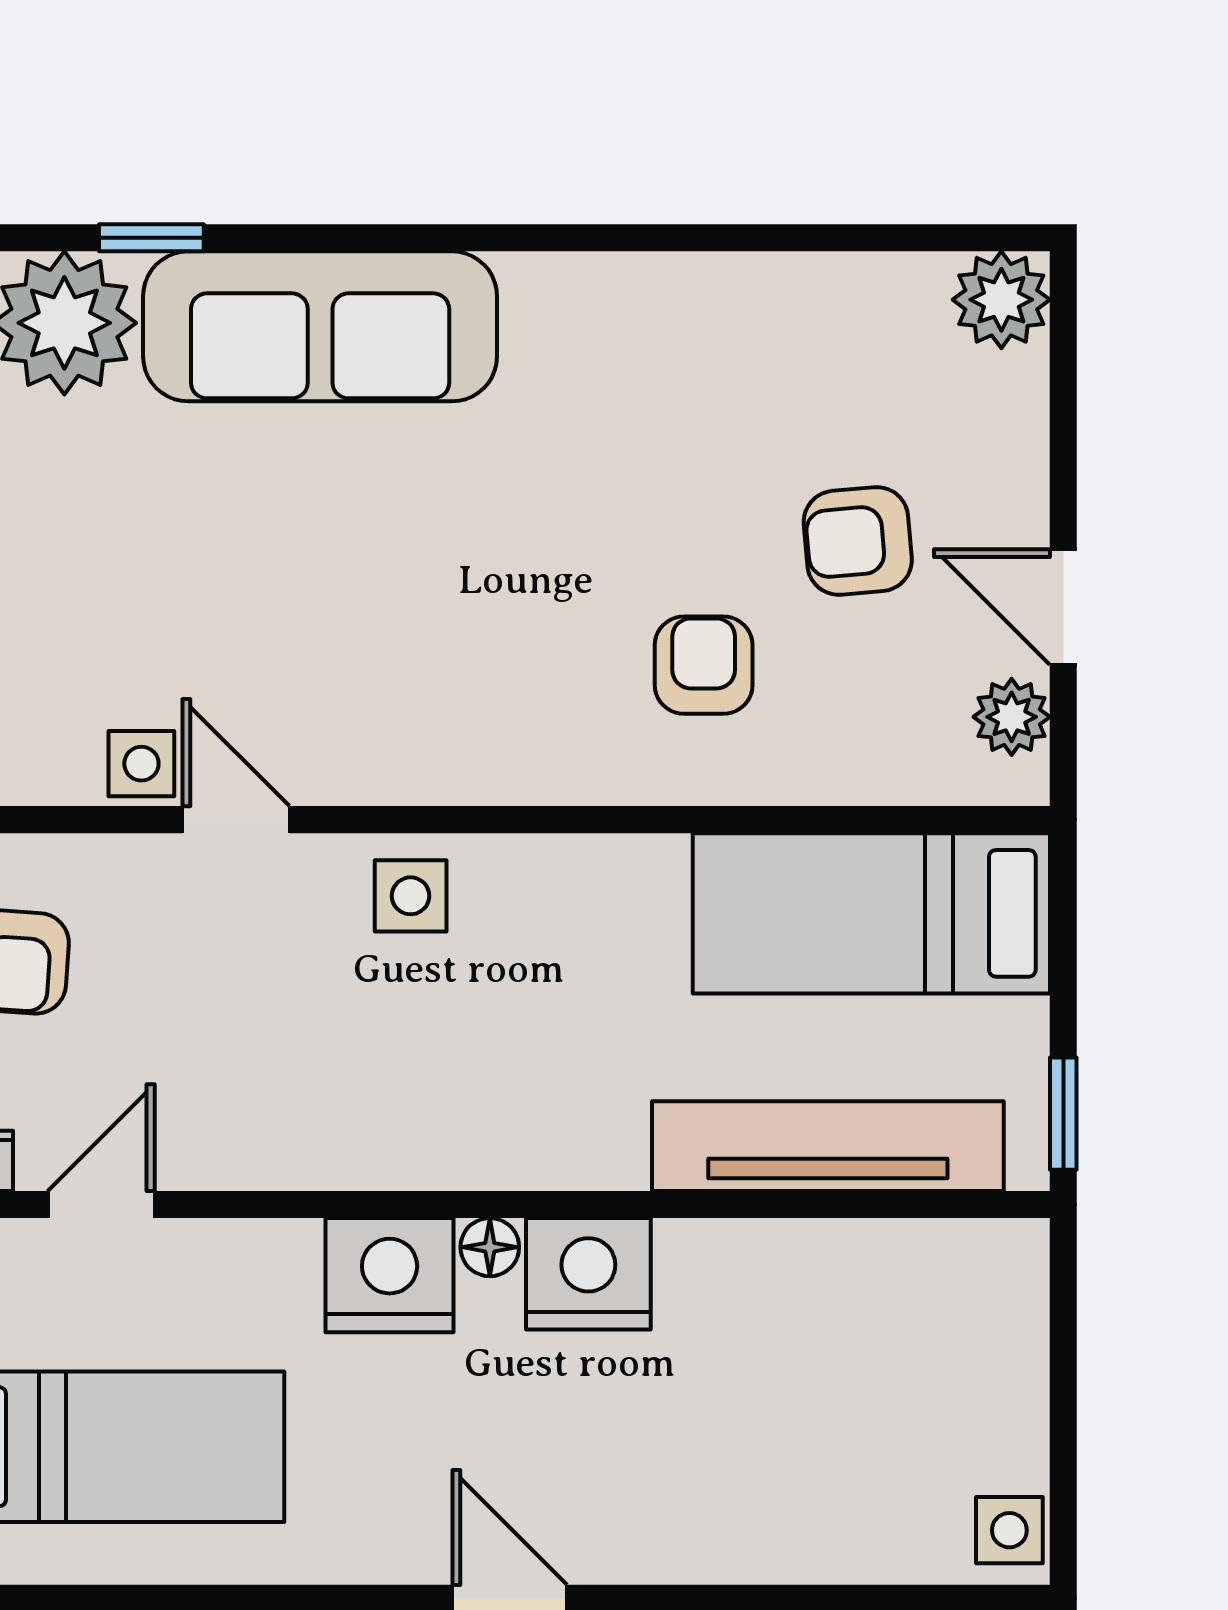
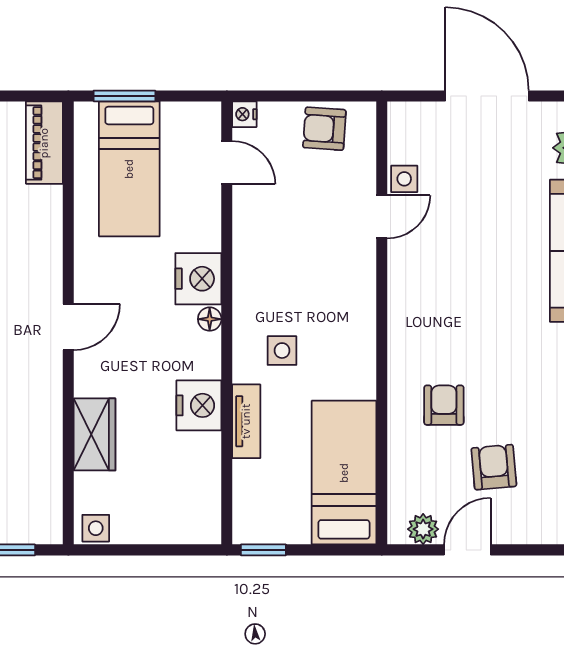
armchair: (704, 665) -> (444, 405), turned -90
side table: (411, 896) -> (282, 351), moved
tv unit: (828, 1146) -> (246, 421), width x0.52, depth x0.78
nightstand: (588, 1274) -> (199, 405), moved
wardrobe: (777, 1533) -> (95, 434), added

